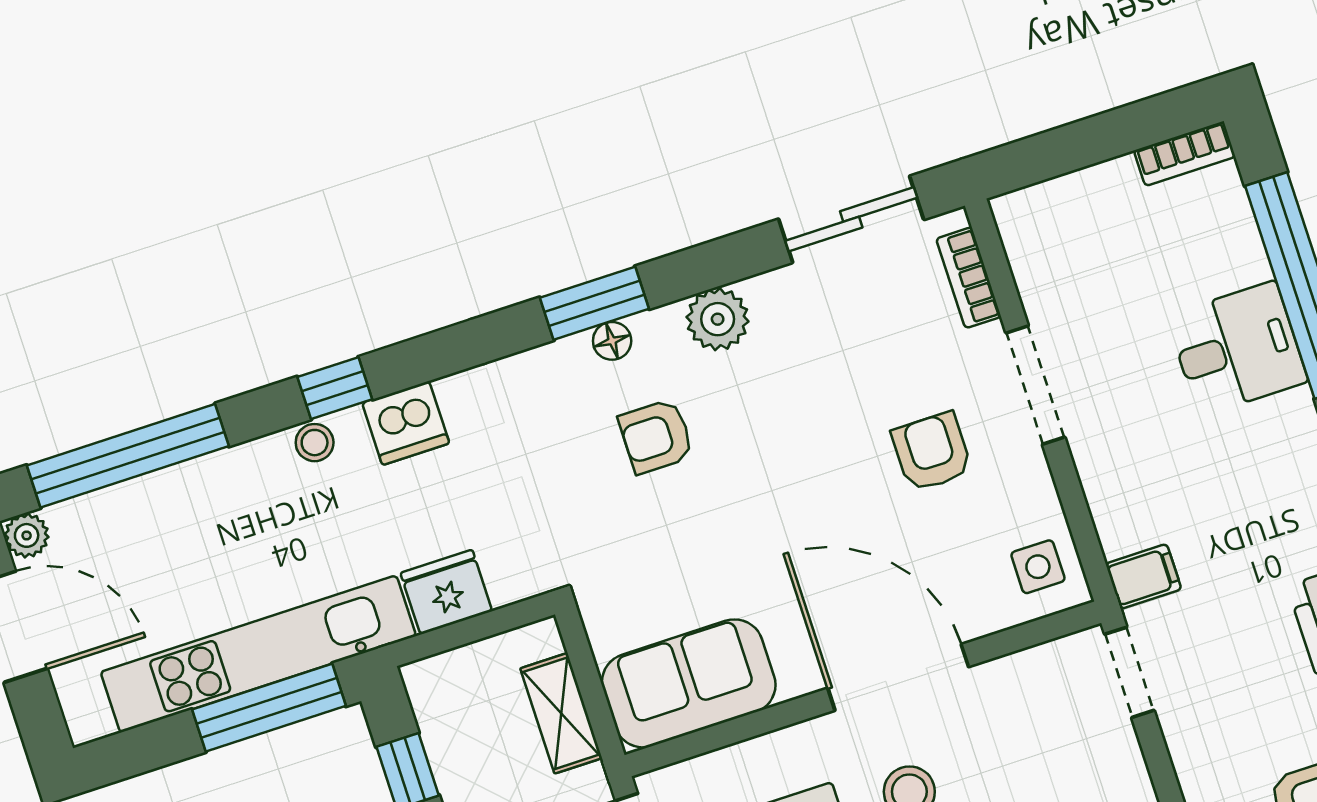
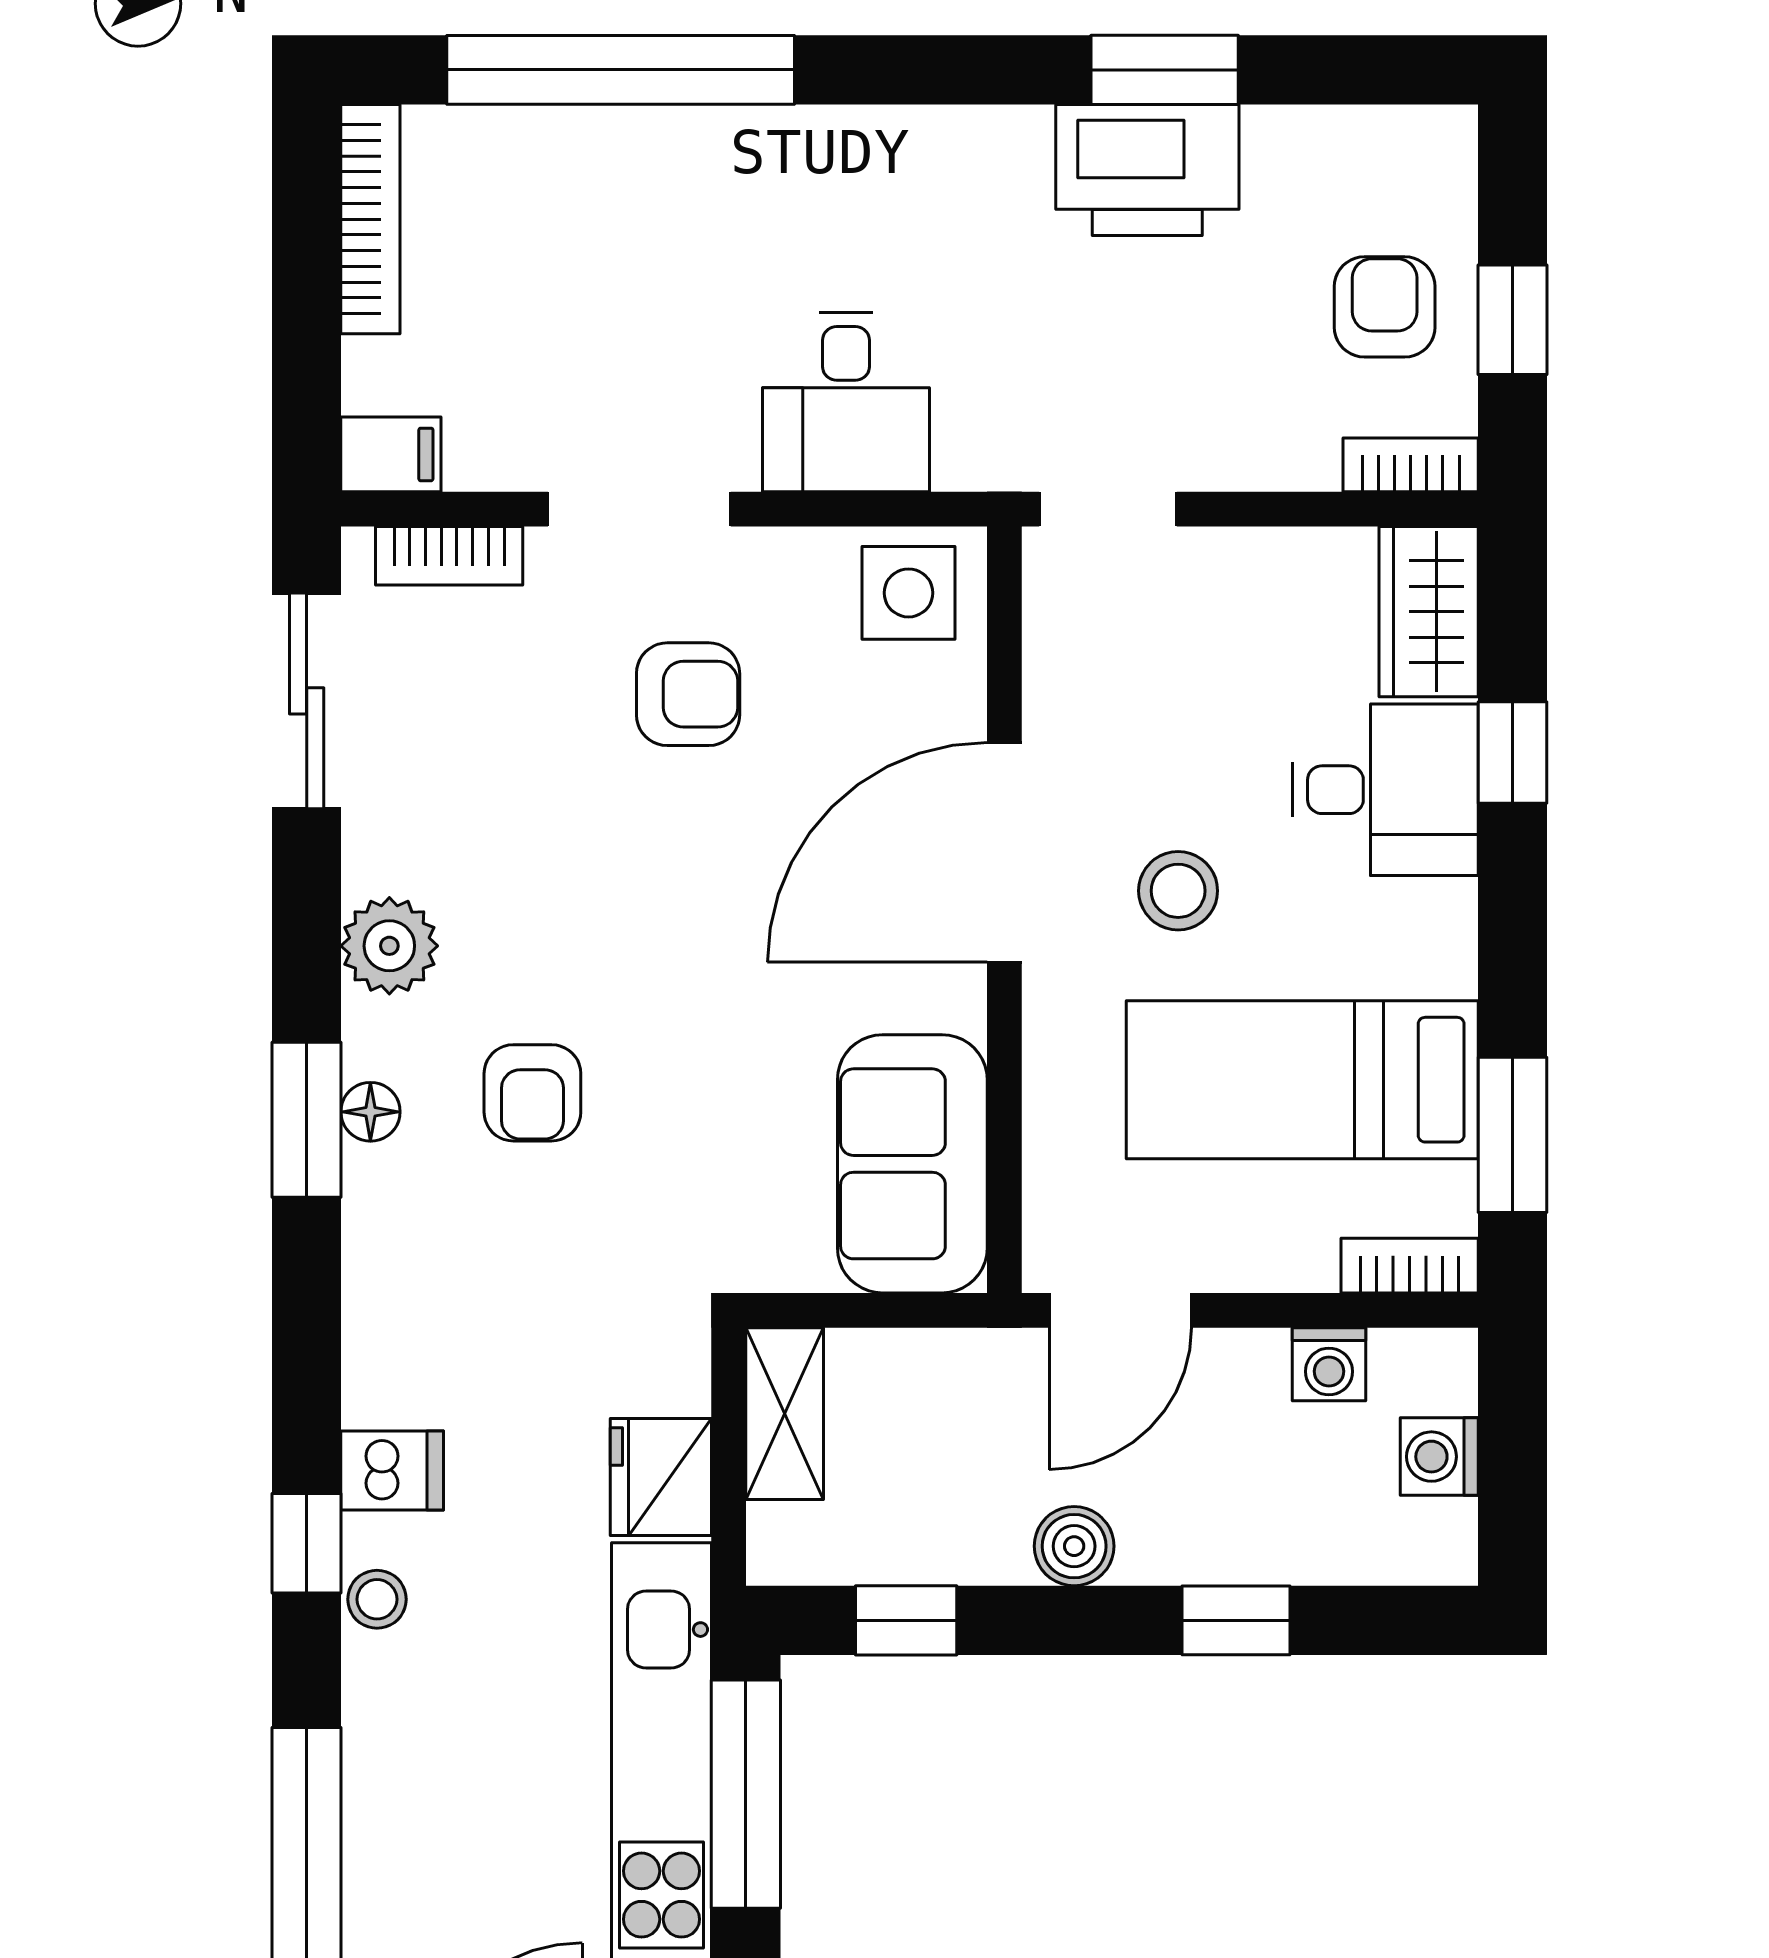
bookcase: (1185, 154) -> (370, 219), width x1.56
desk: (1237, 349) -> (846, 402), moved, turned 180
dishwasher: (406, 423) -> (392, 1471), width x0.73
armchair: (932, 452) -> (688, 694), turned 180
side table: (1038, 567) -> (909, 593), width x1.37, depth x1.37
filing cabinet: (1144, 576) -> (391, 454), moved, turned 90
shelving: (561, 713) -> (785, 1414), moved, turned 90

